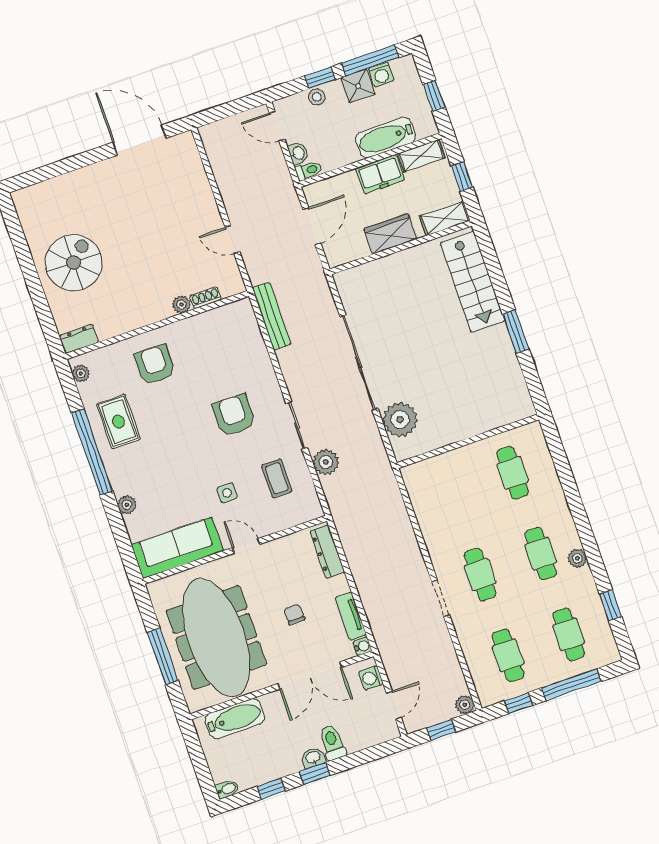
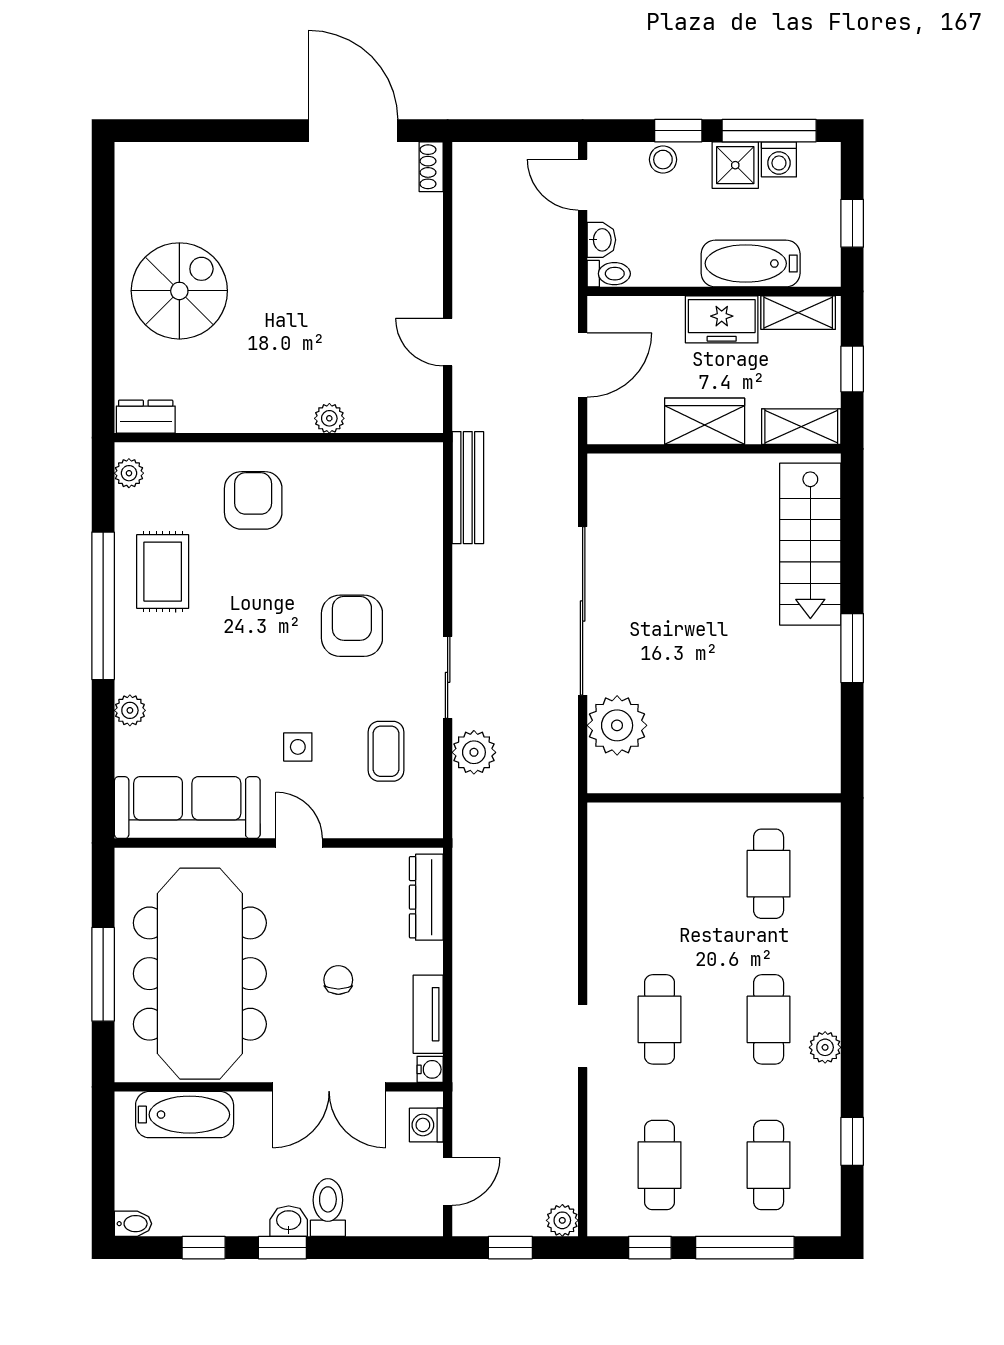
shoe rack: (206, 298) -> (431, 167), moved, turned -90

